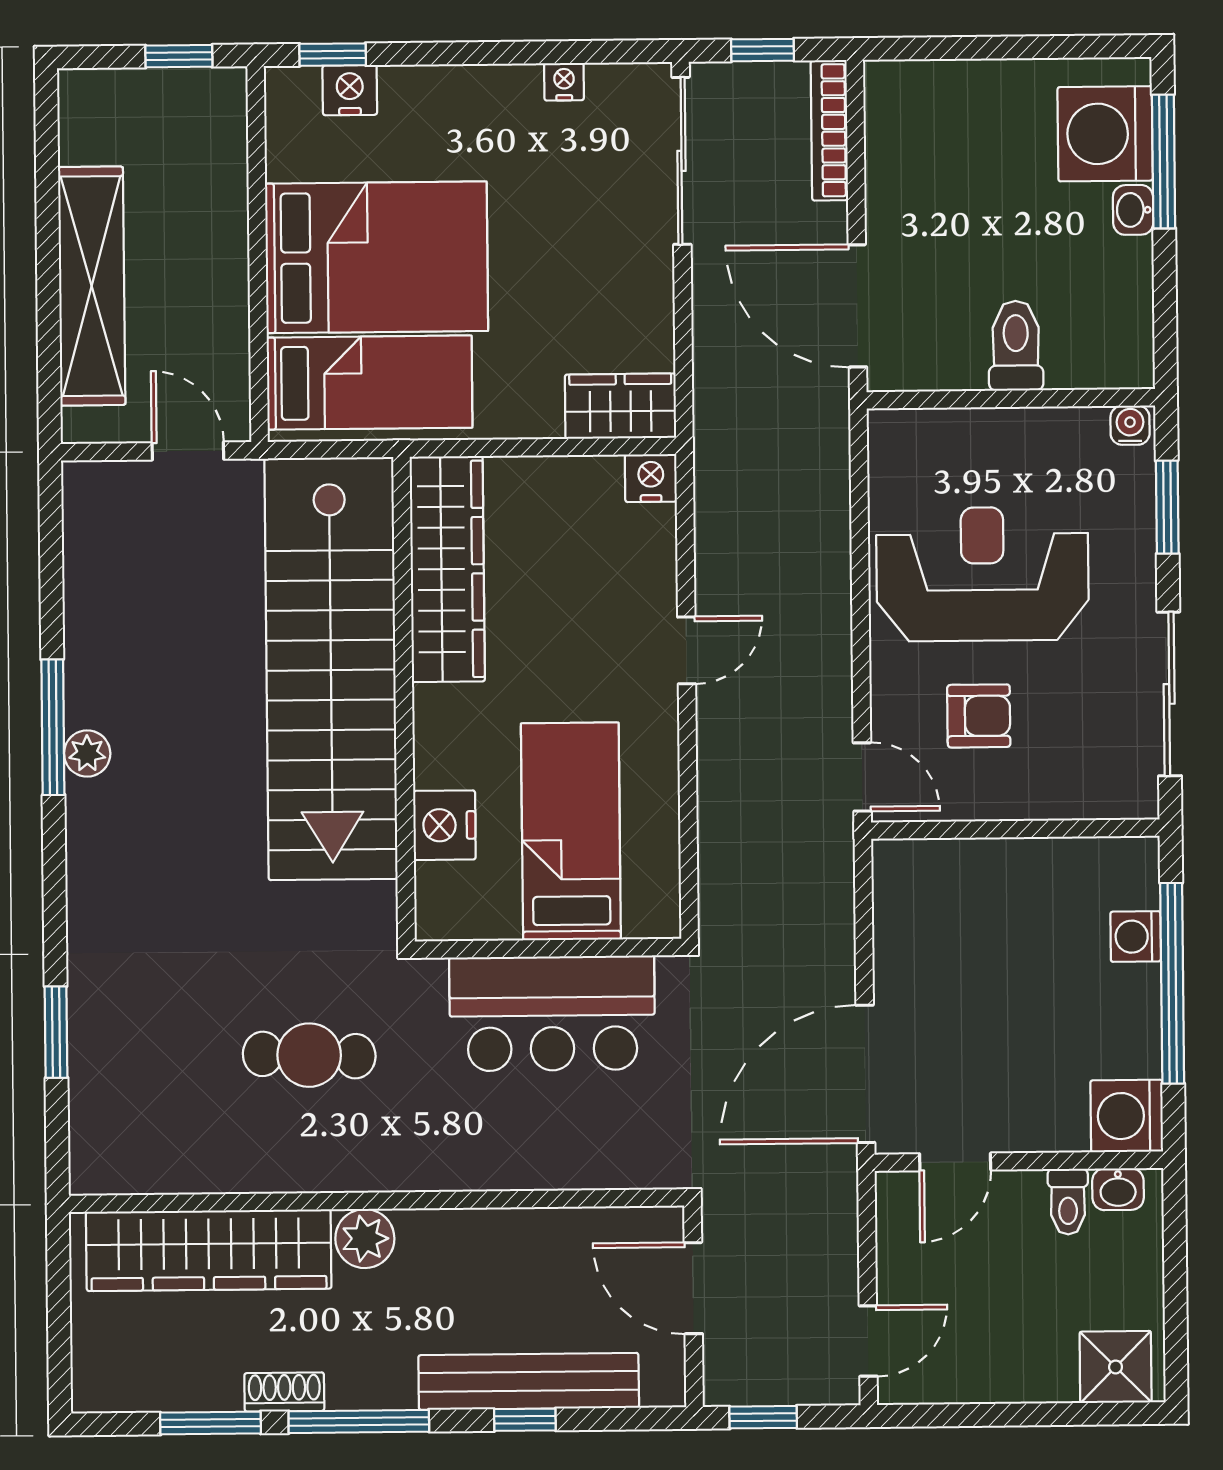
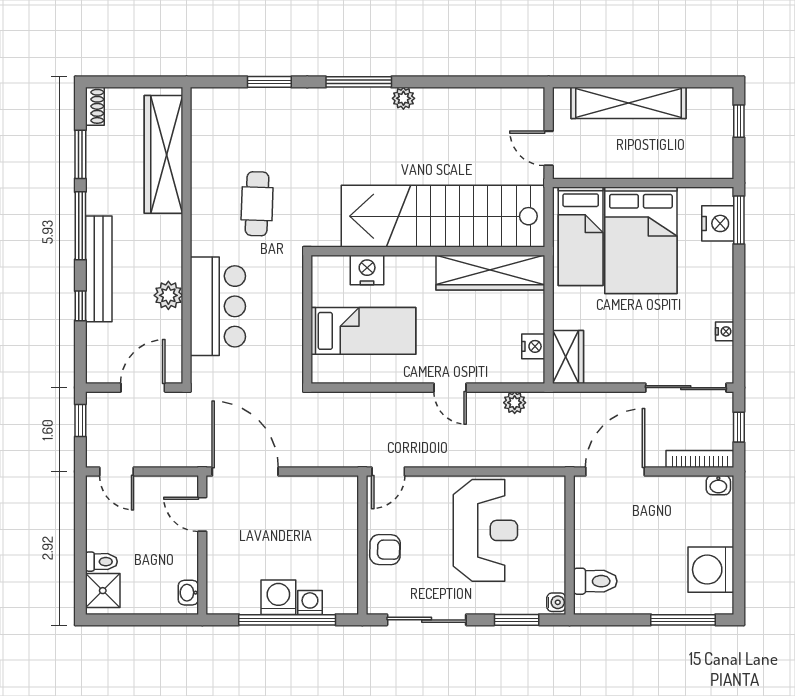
window: (333, 55) -> (739, 220), width x1.50
window: (179, 56) -> (739, 121), moved
nightstand: (350, 90) -> (718, 223), width x1.36, depth x1.33
washing machine: (1105, 134) -> (711, 570), moved, turned -90
washbasin: (1133, 210) -> (718, 485), moved, turned 180
toilet: (1016, 346) -> (595, 581), moved
door: (188, 451) -> (549, 148), swing flipped
nightstand: (651, 478) -> (533, 346), moved
plant: (716, 516) -> (515, 403), added
armchair: (979, 716) -> (385, 550), moved, turned -89
window: (53, 727) -> (359, 82), moved
bar counter: (552, 1013) -> (218, 306), moved, turned 180
washing machine: (1127, 1116) -> (278, 597), moved
toilet: (1068, 1202) -> (101, 562), moved, turned 180
plant: (365, 1239) -> (168, 295), moved
bench: (529, 1381) -> (99, 269), moved
shoe rack: (284, 1392) -> (95, 106), moved

